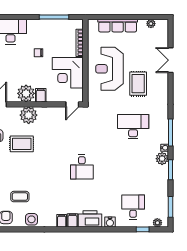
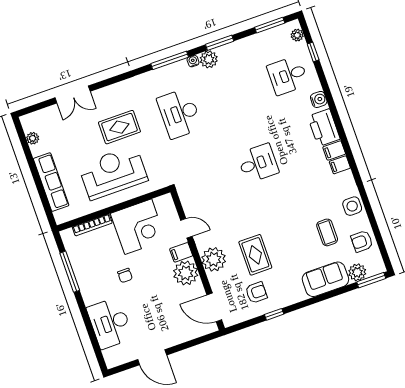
reception desk: (109, 69) -> (113, 173), turned 180
door: (72, 104) -> (186, 228), moved

